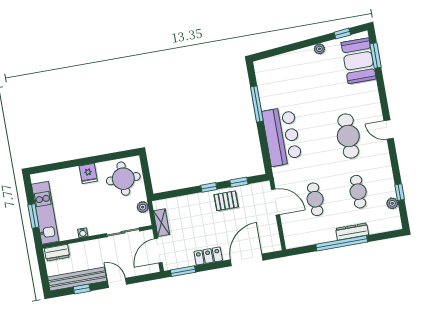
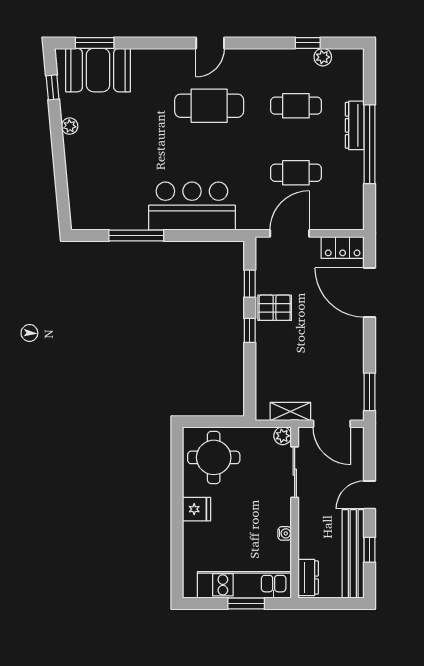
pallet: (226, 201) -> (275, 308), turned 90
plant: (143, 207) -> (283, 436), moved
locker: (208, 256) -> (343, 247), moved, turned -90

